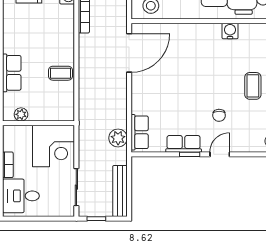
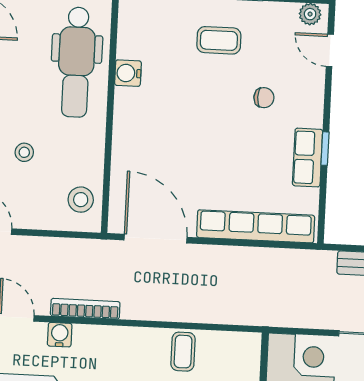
row of seats: (140, 132) -> (256, 226), width x2.02
plant: (118, 138) -> (293, 263), removed
door: (220, 154) -> (330, 50), moved

